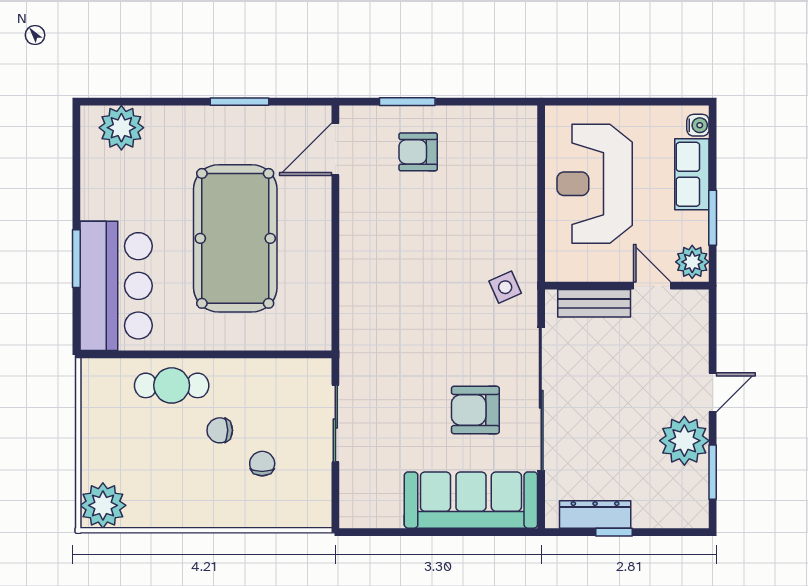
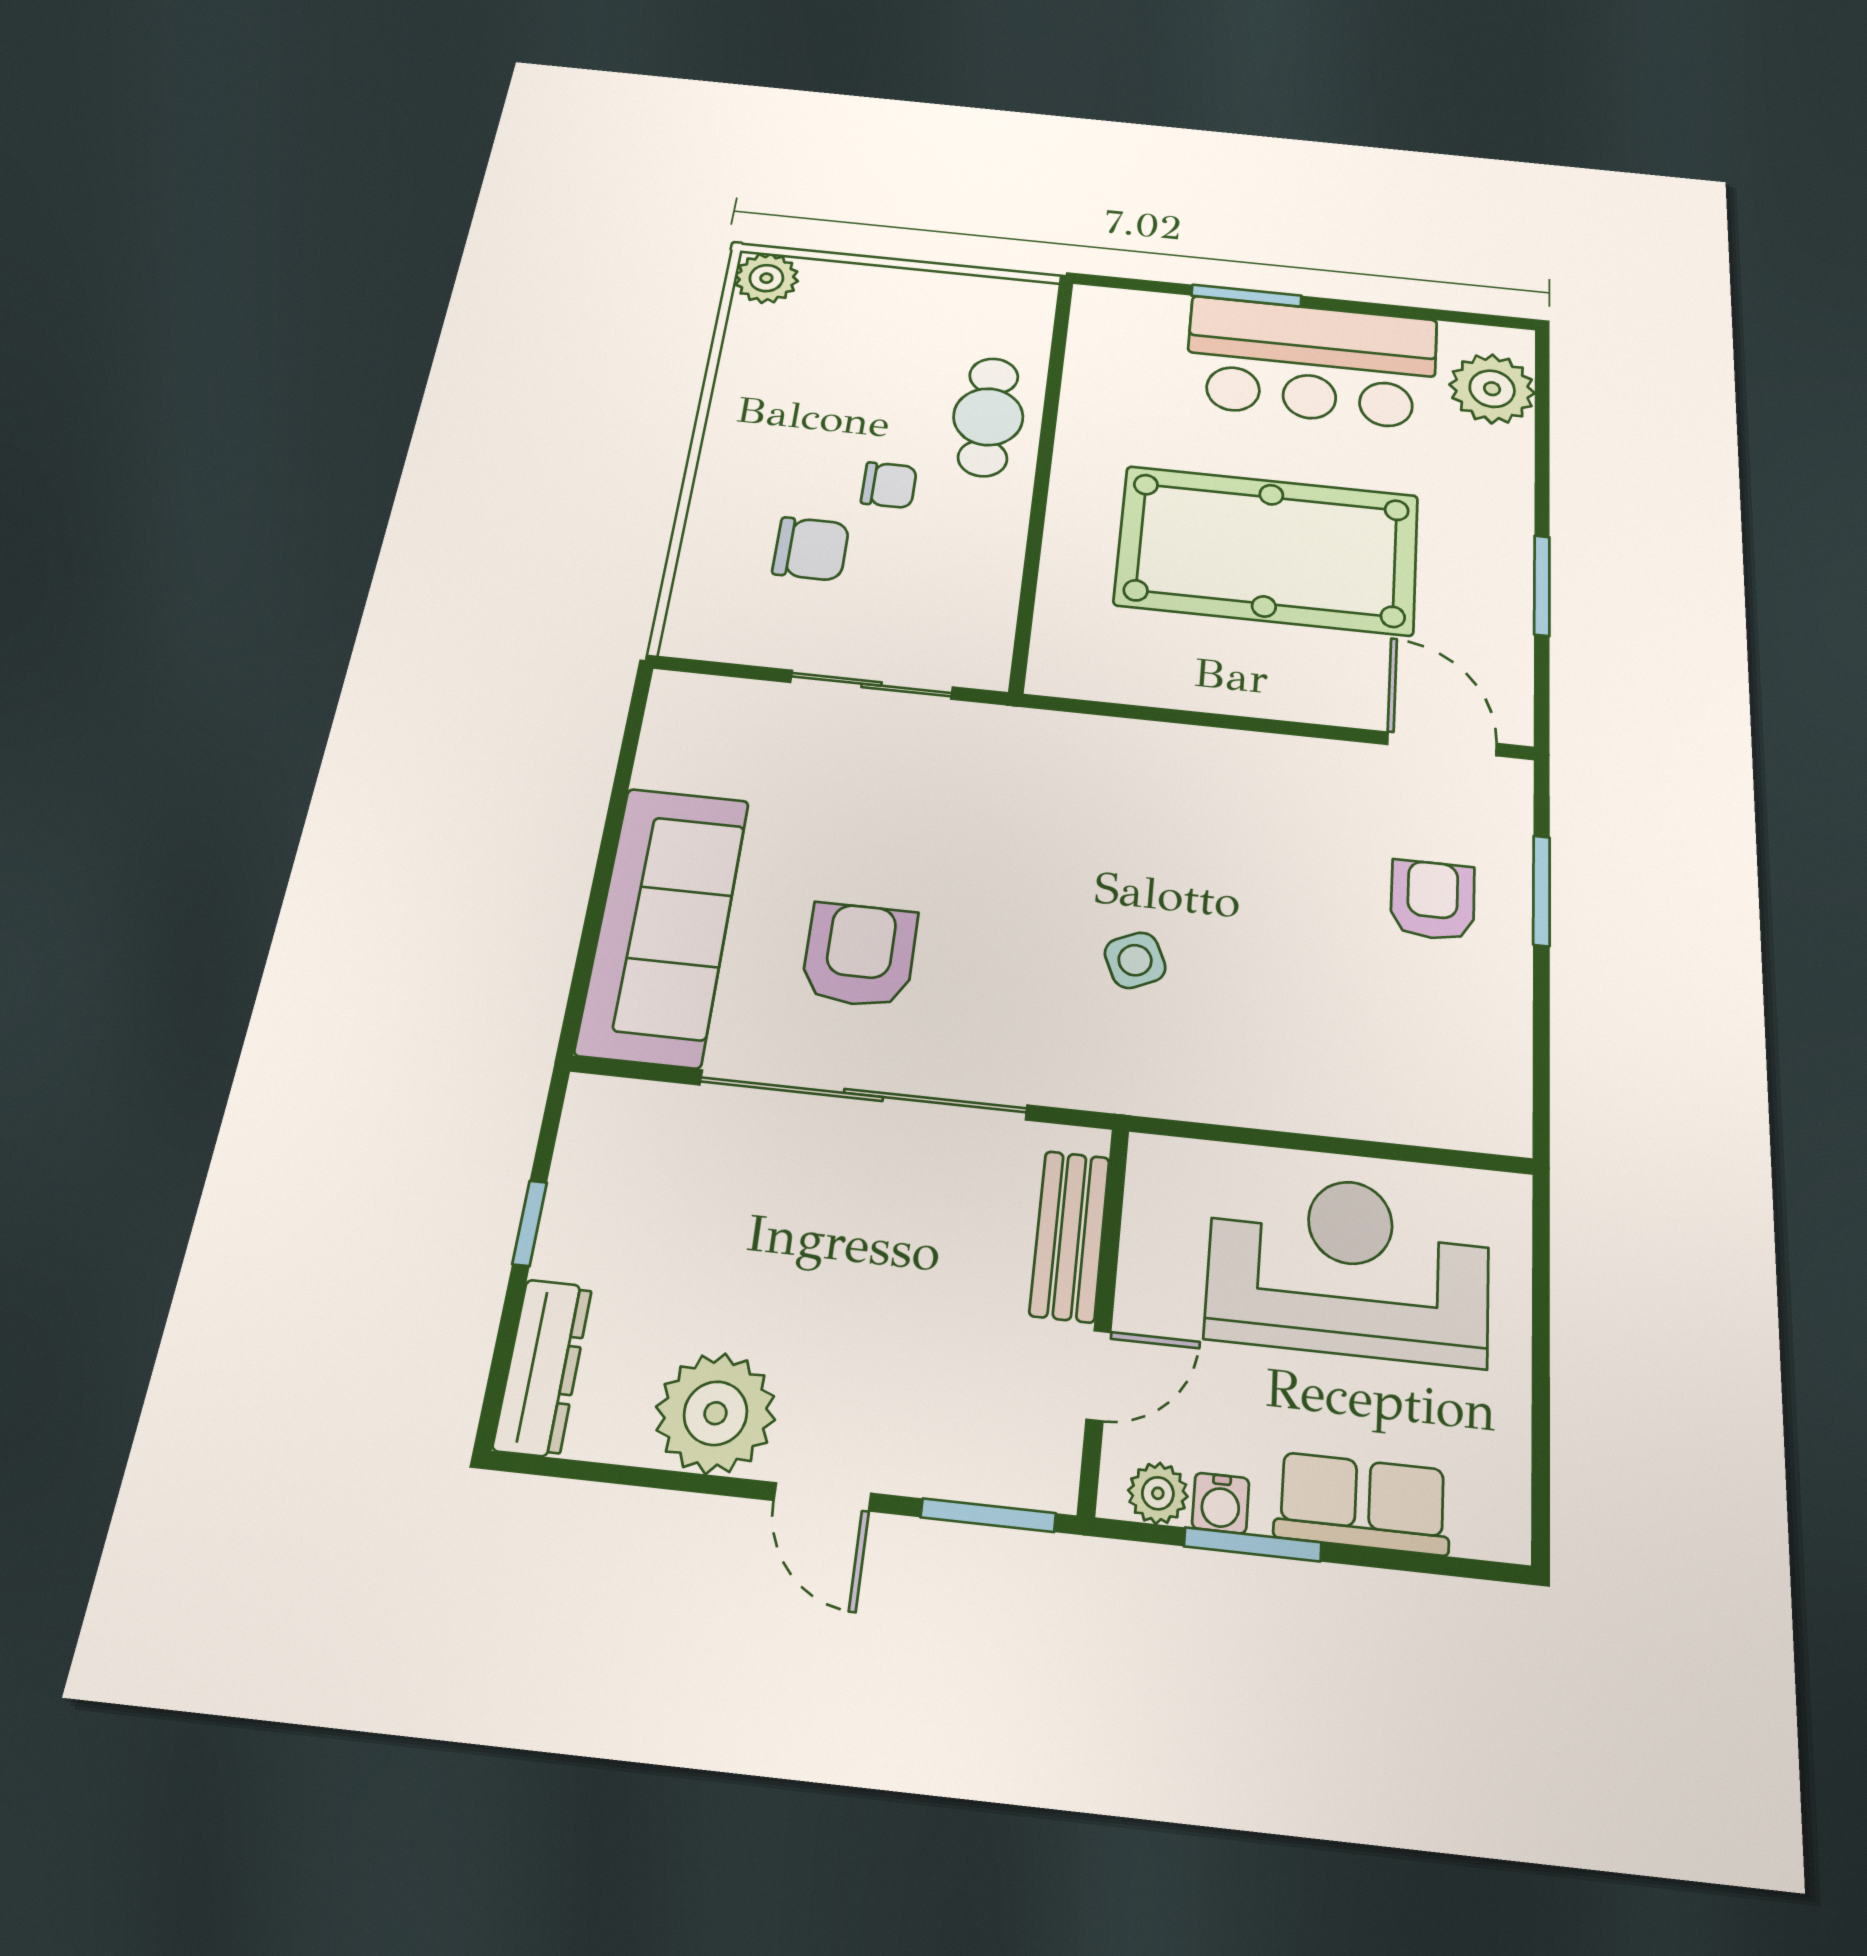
water cooler: (698, 125) -> (1221, 1503), moved
plant: (692, 262) -> (1158, 1493), width x0.73, depth x0.73
bar counter: (116, 286) -> (1311, 362), moved
side table: (505, 287) -> (1135, 960), moved
chair: (220, 430) -> (889, 485), turned 90
chair: (262, 464) -> (811, 549), width x1.37, depth x1.37
window: (713, 472) -> (988, 1515), moved
plant: (103, 505) -> (766, 278), width x0.73, depth x0.73
dresser: (595, 514) -> (543, 1367), moved

